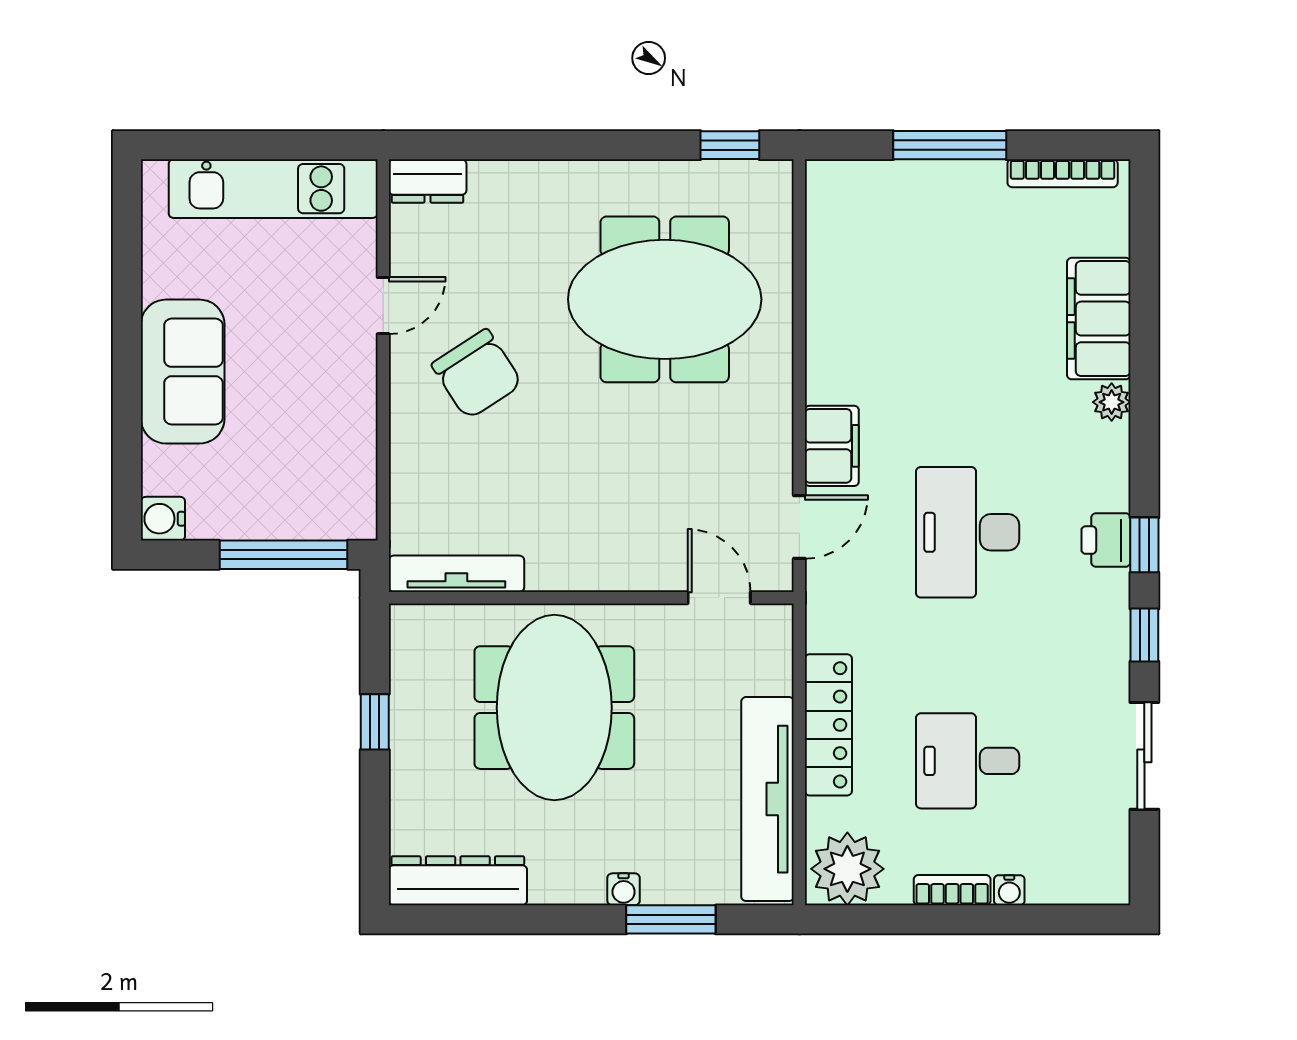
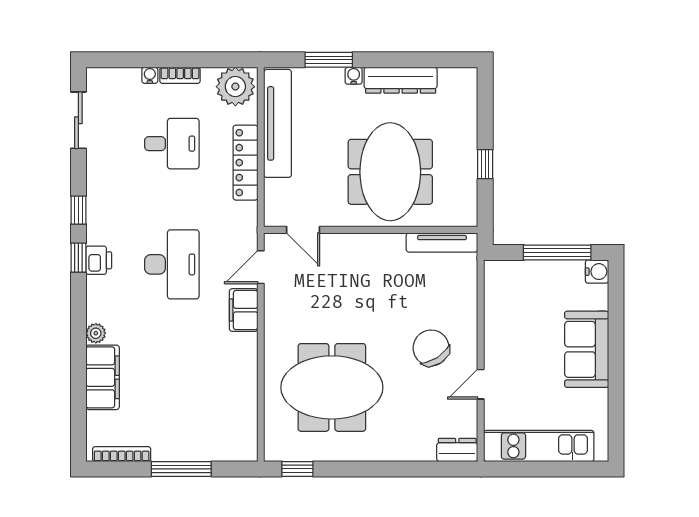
window: (284, 555) -> (557, 253), moved
sliding door: (1144, 756) -> (78, 120), moved
dresser: (458, 881) -> (401, 80), moved

